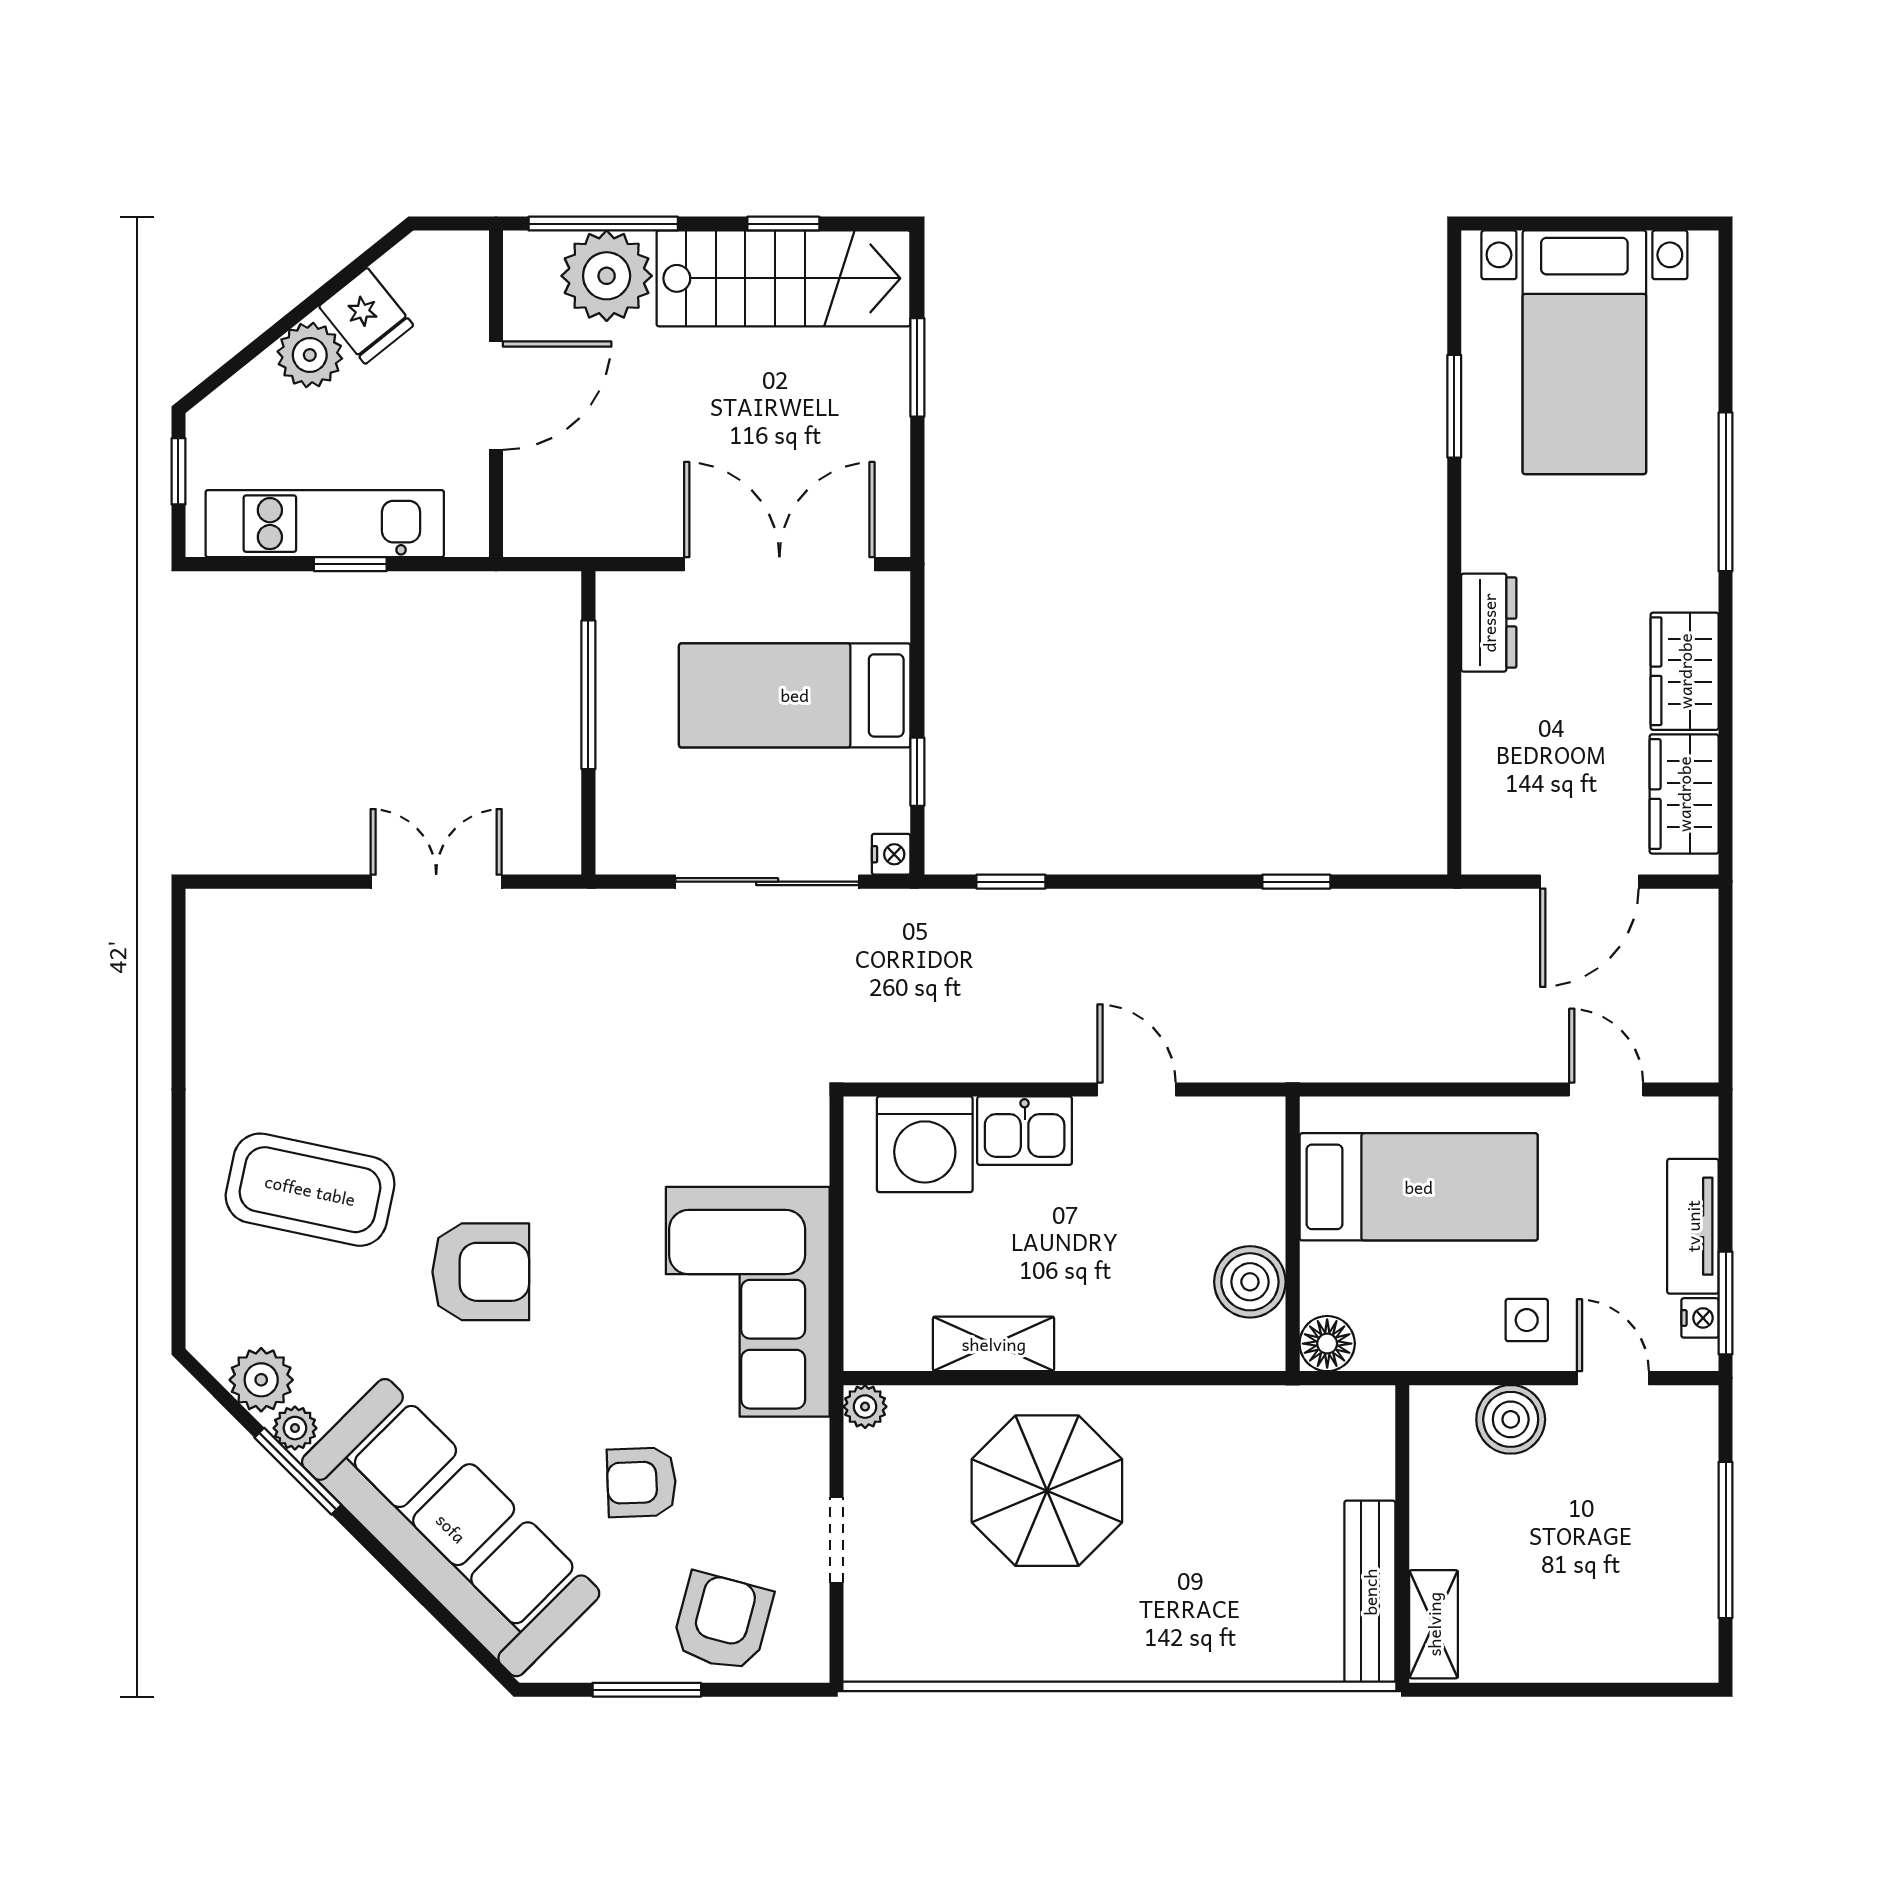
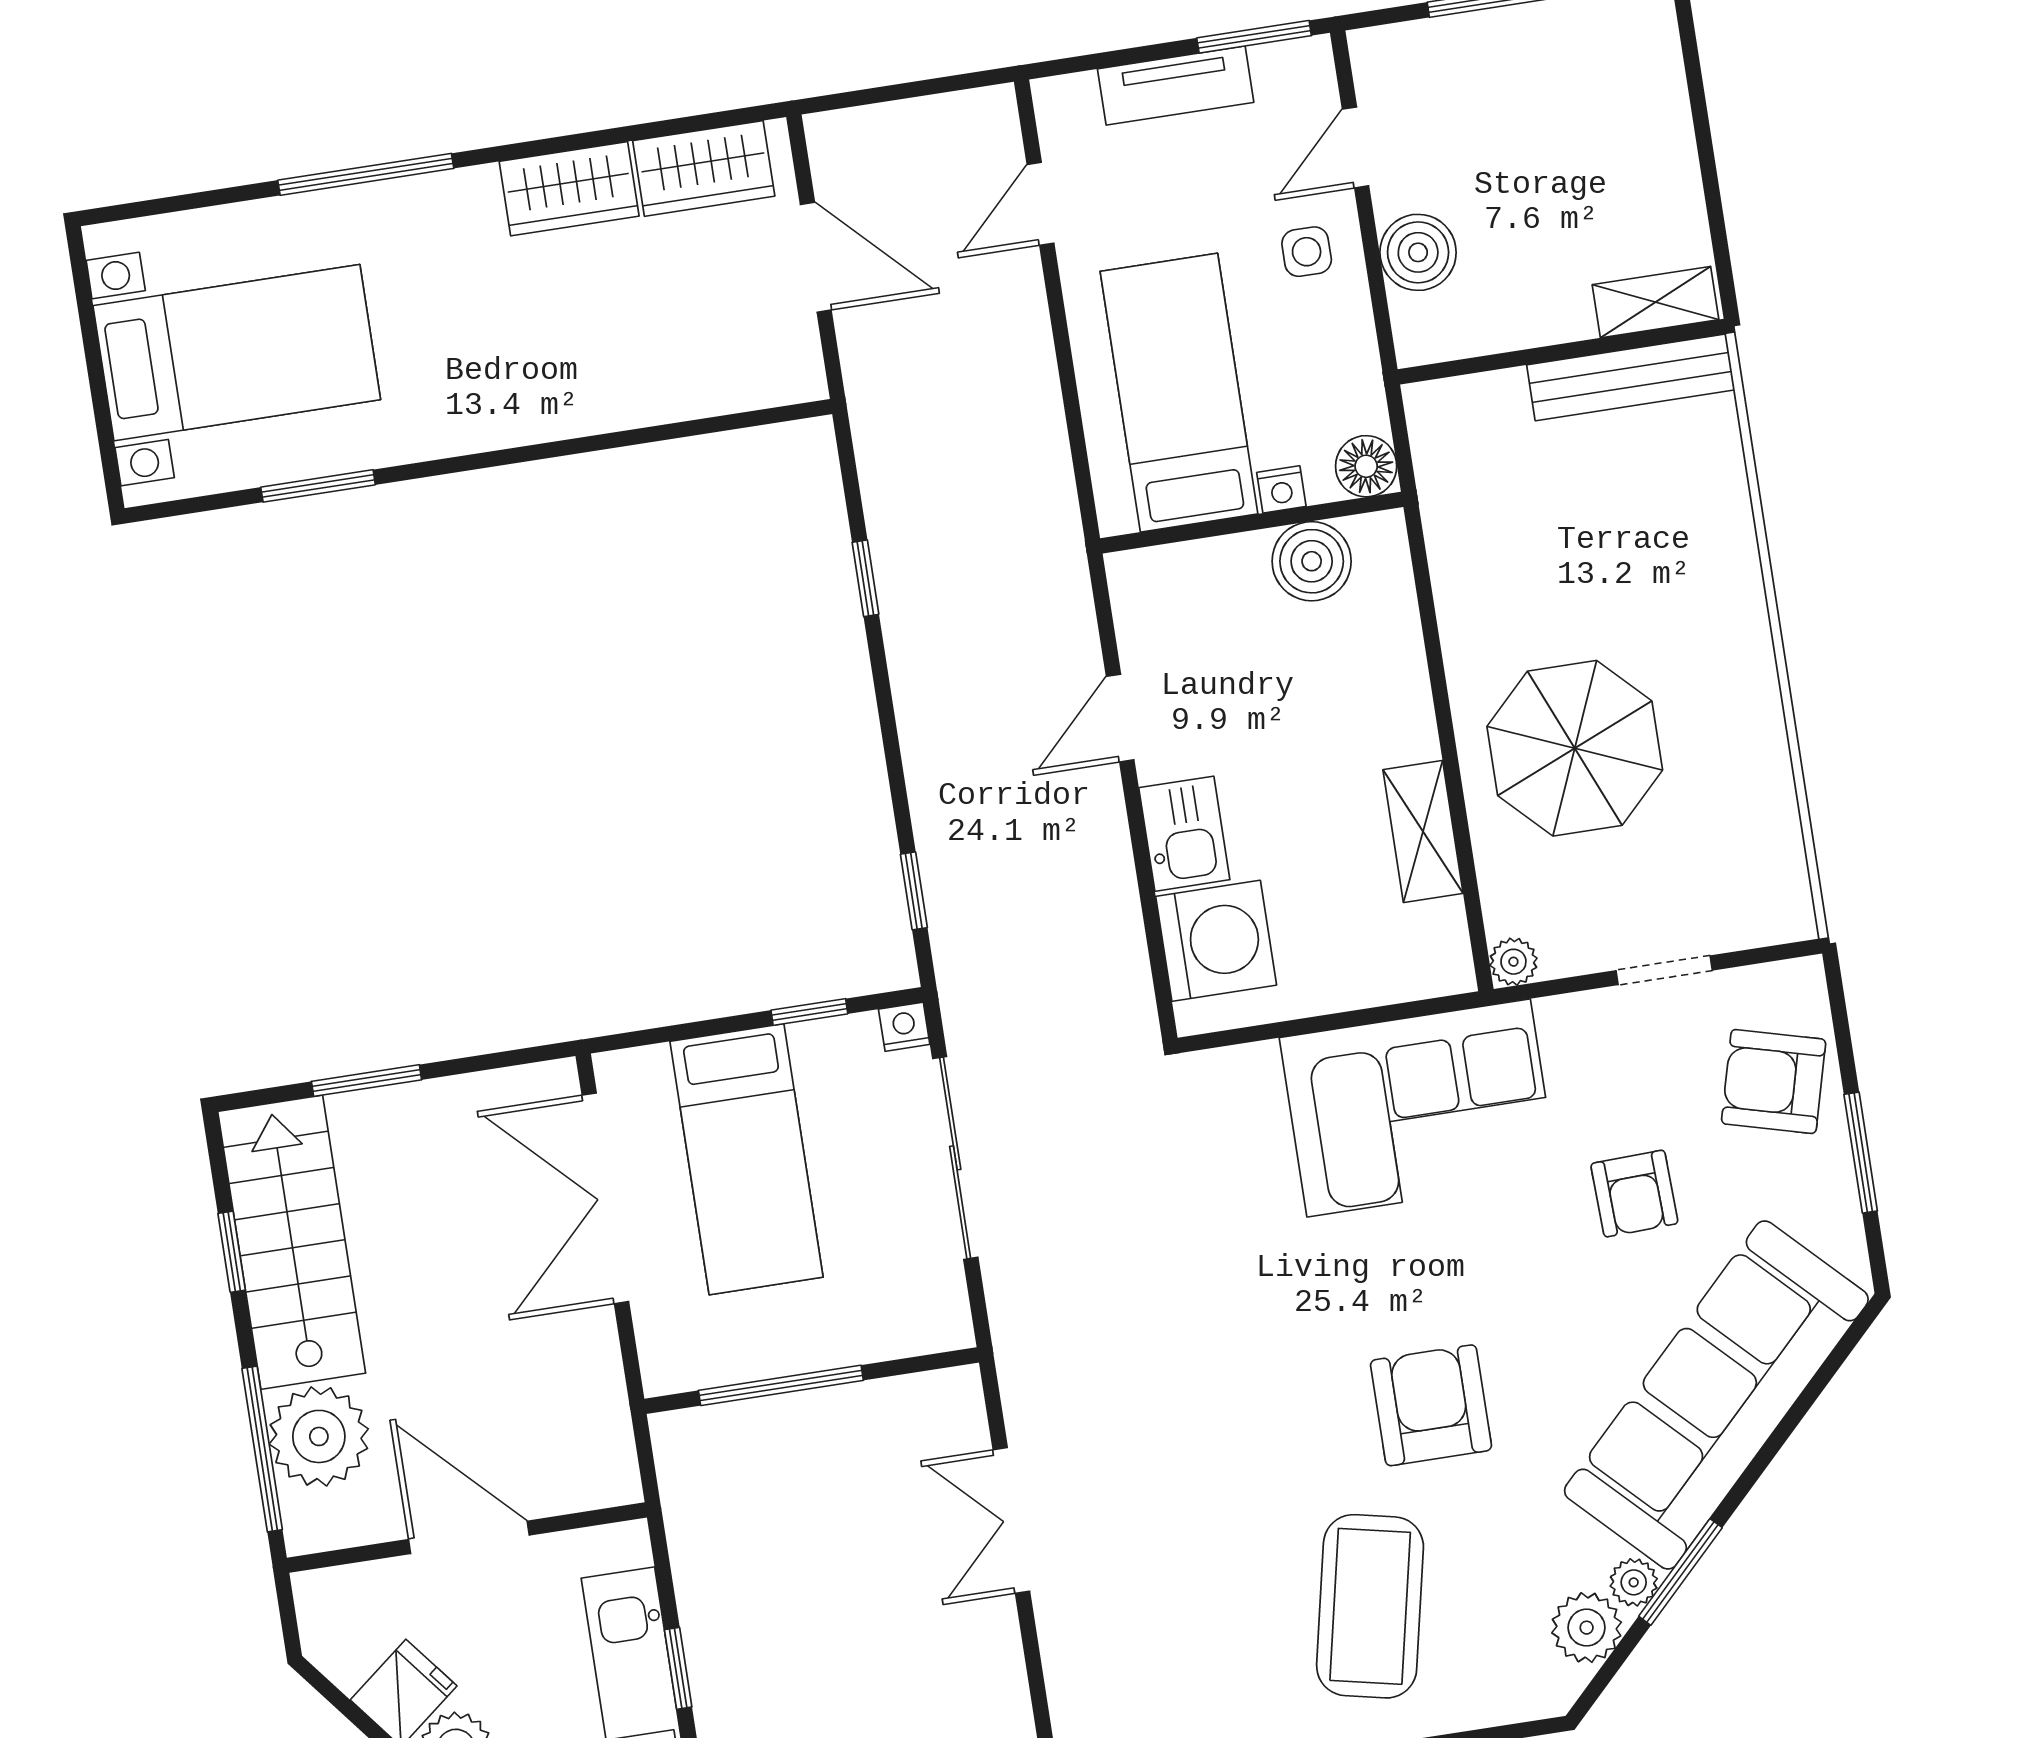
dresser: (1489, 623) -> (549, 411), removed
nightstand: (1700, 1318) -> (1281, 489), moved, turned 180

